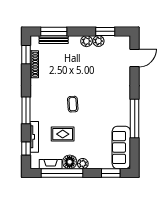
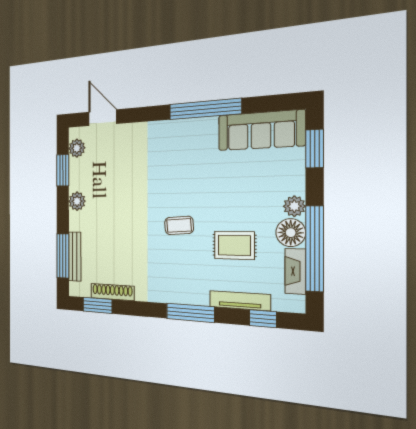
plant: (98, 41) -> (77, 148), moved
rug: (63, 134) -> (234, 245), turned 90

